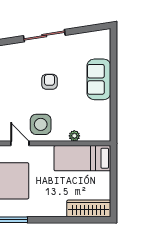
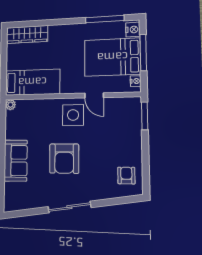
armchair: (49, 82) -> (64, 159), width x1.88, depth x1.88
plant: (74, 136) -> (11, 105), moved

